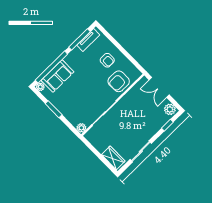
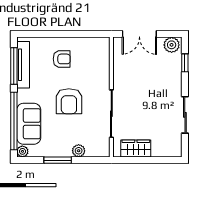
tv unit: (88, 40) -> (23, 65), width x1.41
armchair: (119, 81) -> (69, 101), moved
plant: (81, 128) -> (79, 151), moved
wardrobe: (113, 158) -> (136, 148), moved

